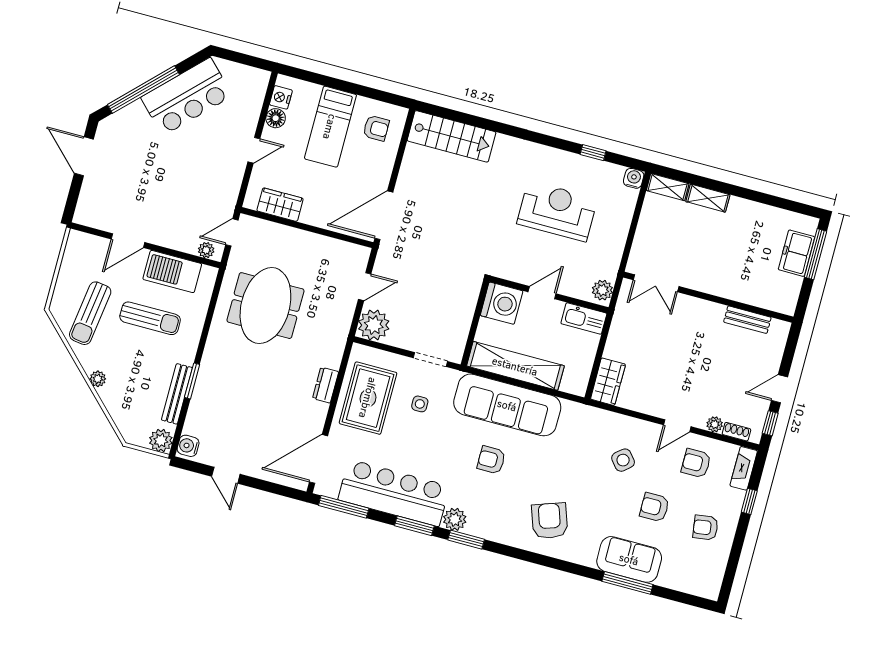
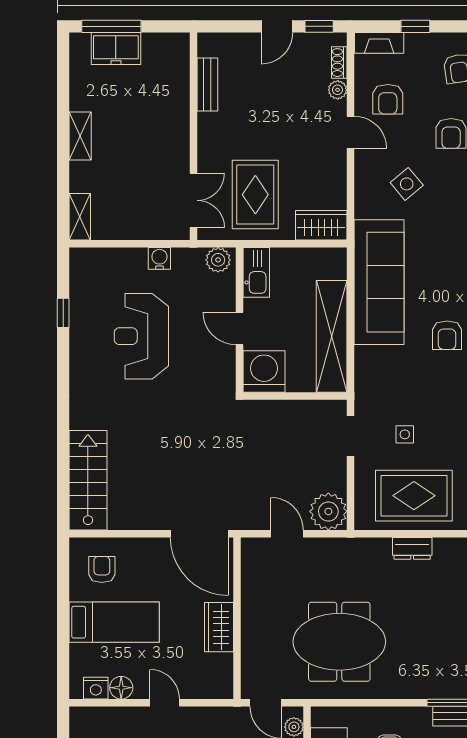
water cooler: (634, 178) -> (159, 258), moved, turned 90
shelving: (708, 198) -> (80, 136), moved
wardrobe: (280, 205) -> (219, 627), moved
rug: (647, 335) -> (255, 195), added
door: (779, 389) -> (277, 26), hinge flipped
sofa: (507, 405) -> (379, 282), moved

